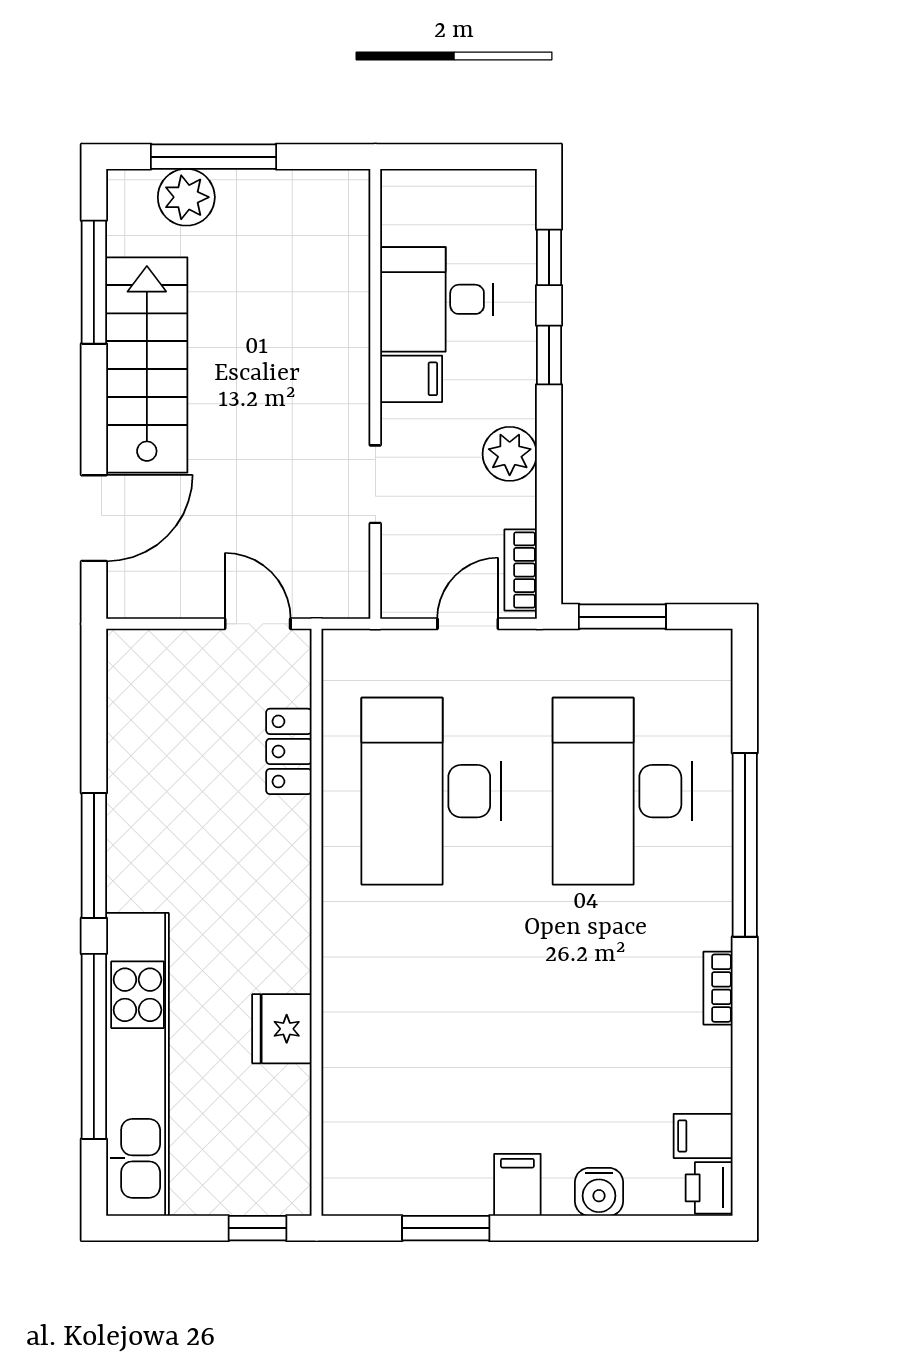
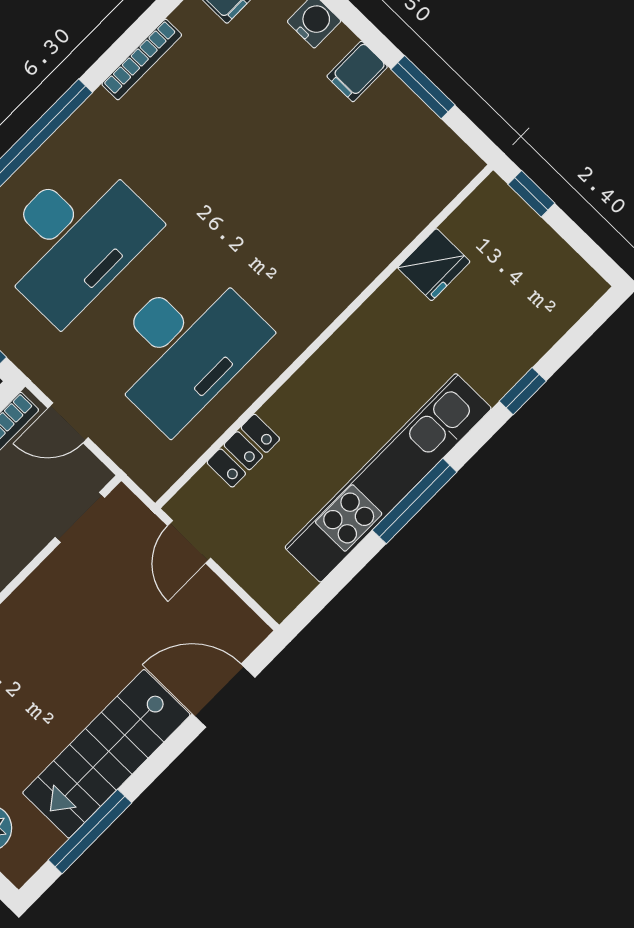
doorway: (375, 484) -> (80, 517), moved
bookcase: (718, 988) -> (142, 60), width x1.56
fridge: (282, 1029) -> (434, 265), moved
window: (94, 1046) -> (523, 391), width x0.32
kitchen unit: (137, 1064) -> (388, 478), moved

